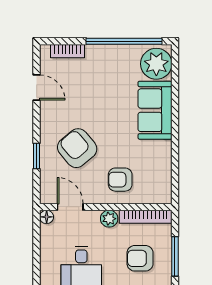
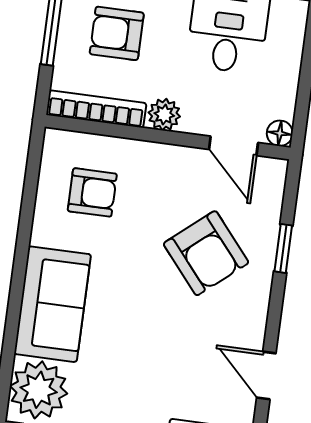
armchair: (120, 180) -> (92, 192), moved
armchair: (140, 258) -> (117, 33), turned 180

